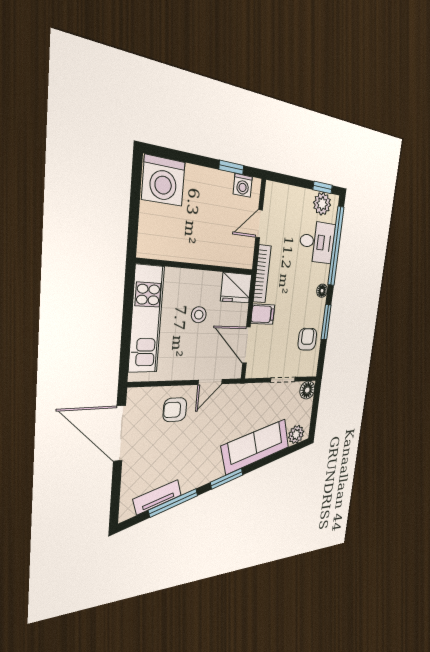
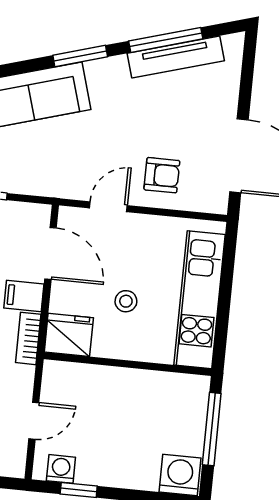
washing machine: (163, 181) -> (180, 475), width x0.73, depth x0.73
window: (134, 212) -> (212, 429), added
bookcase: (262, 274) -> (28, 338), width x0.64
tv unit: (157, 497) -> (176, 57), width x1.41

